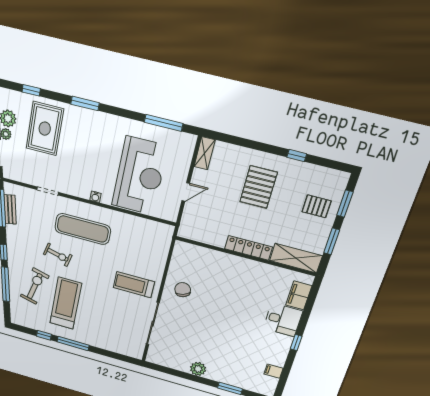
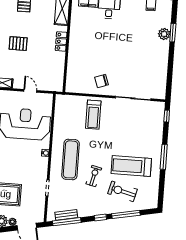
pallet: (259, 187) -> (18, 44), width x0.67, depth x0.71
locker: (248, 248) -> (61, 41), width x0.66
treadmill: (134, 285) -> (93, 115), moved
window: (44, 335) -> (167, 116), moved
plant: (198, 369) -> (164, 34), moved

